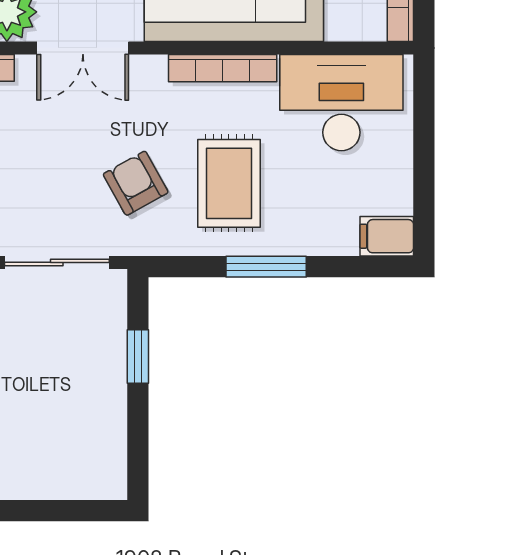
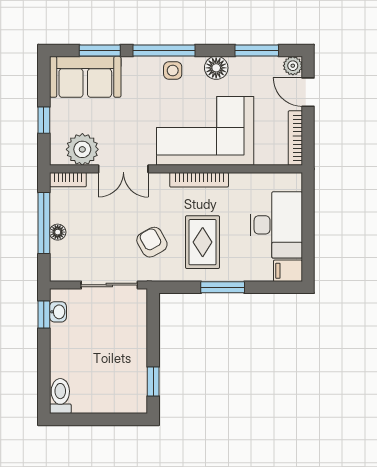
desk: (341, 103) -> (276, 225), moved, turned 90
window: (138, 357) -> (153, 382), moved

